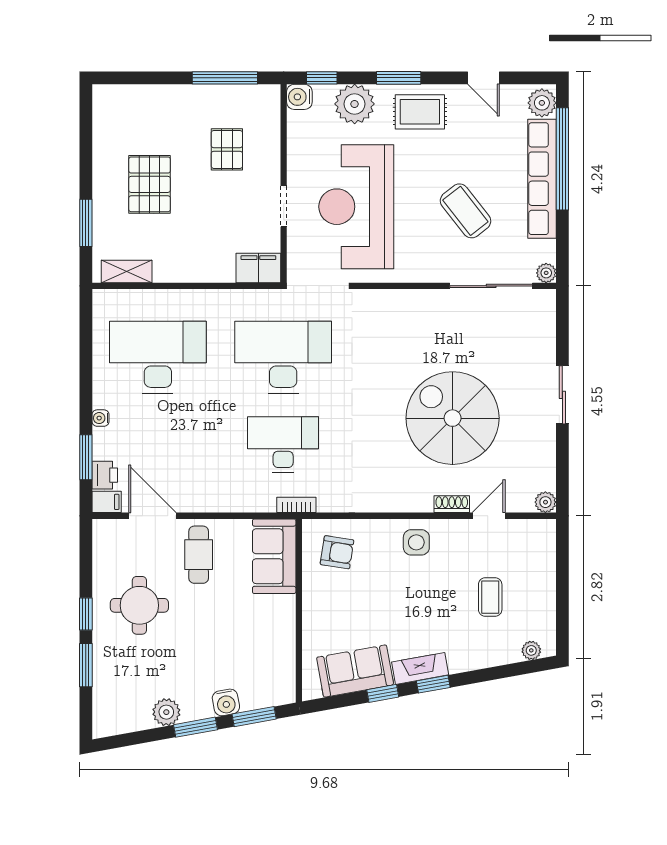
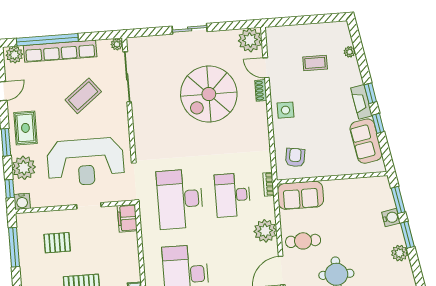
plant: (220, 494) -> (265, 231), added
plant: (545, 502) -> (250, 40), width x1.87, depth x1.87
plant: (531, 650) -> (350, 52), moved

